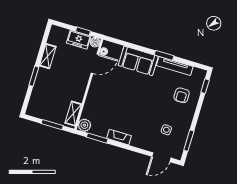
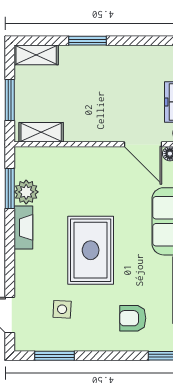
shelving: (48, 56) -> (36, 55), moved
rug: (141, 106) -> (91, 250), added
plant: (84, 125) -> (26, 192), moved

